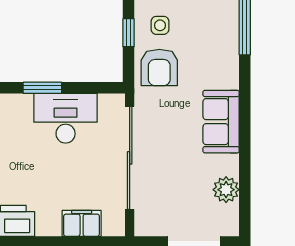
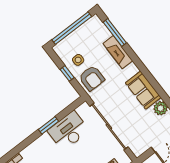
fireplace: (227, 59) -> (118, 52), added
sofa: (221, 122) -> (143, 90), moved

